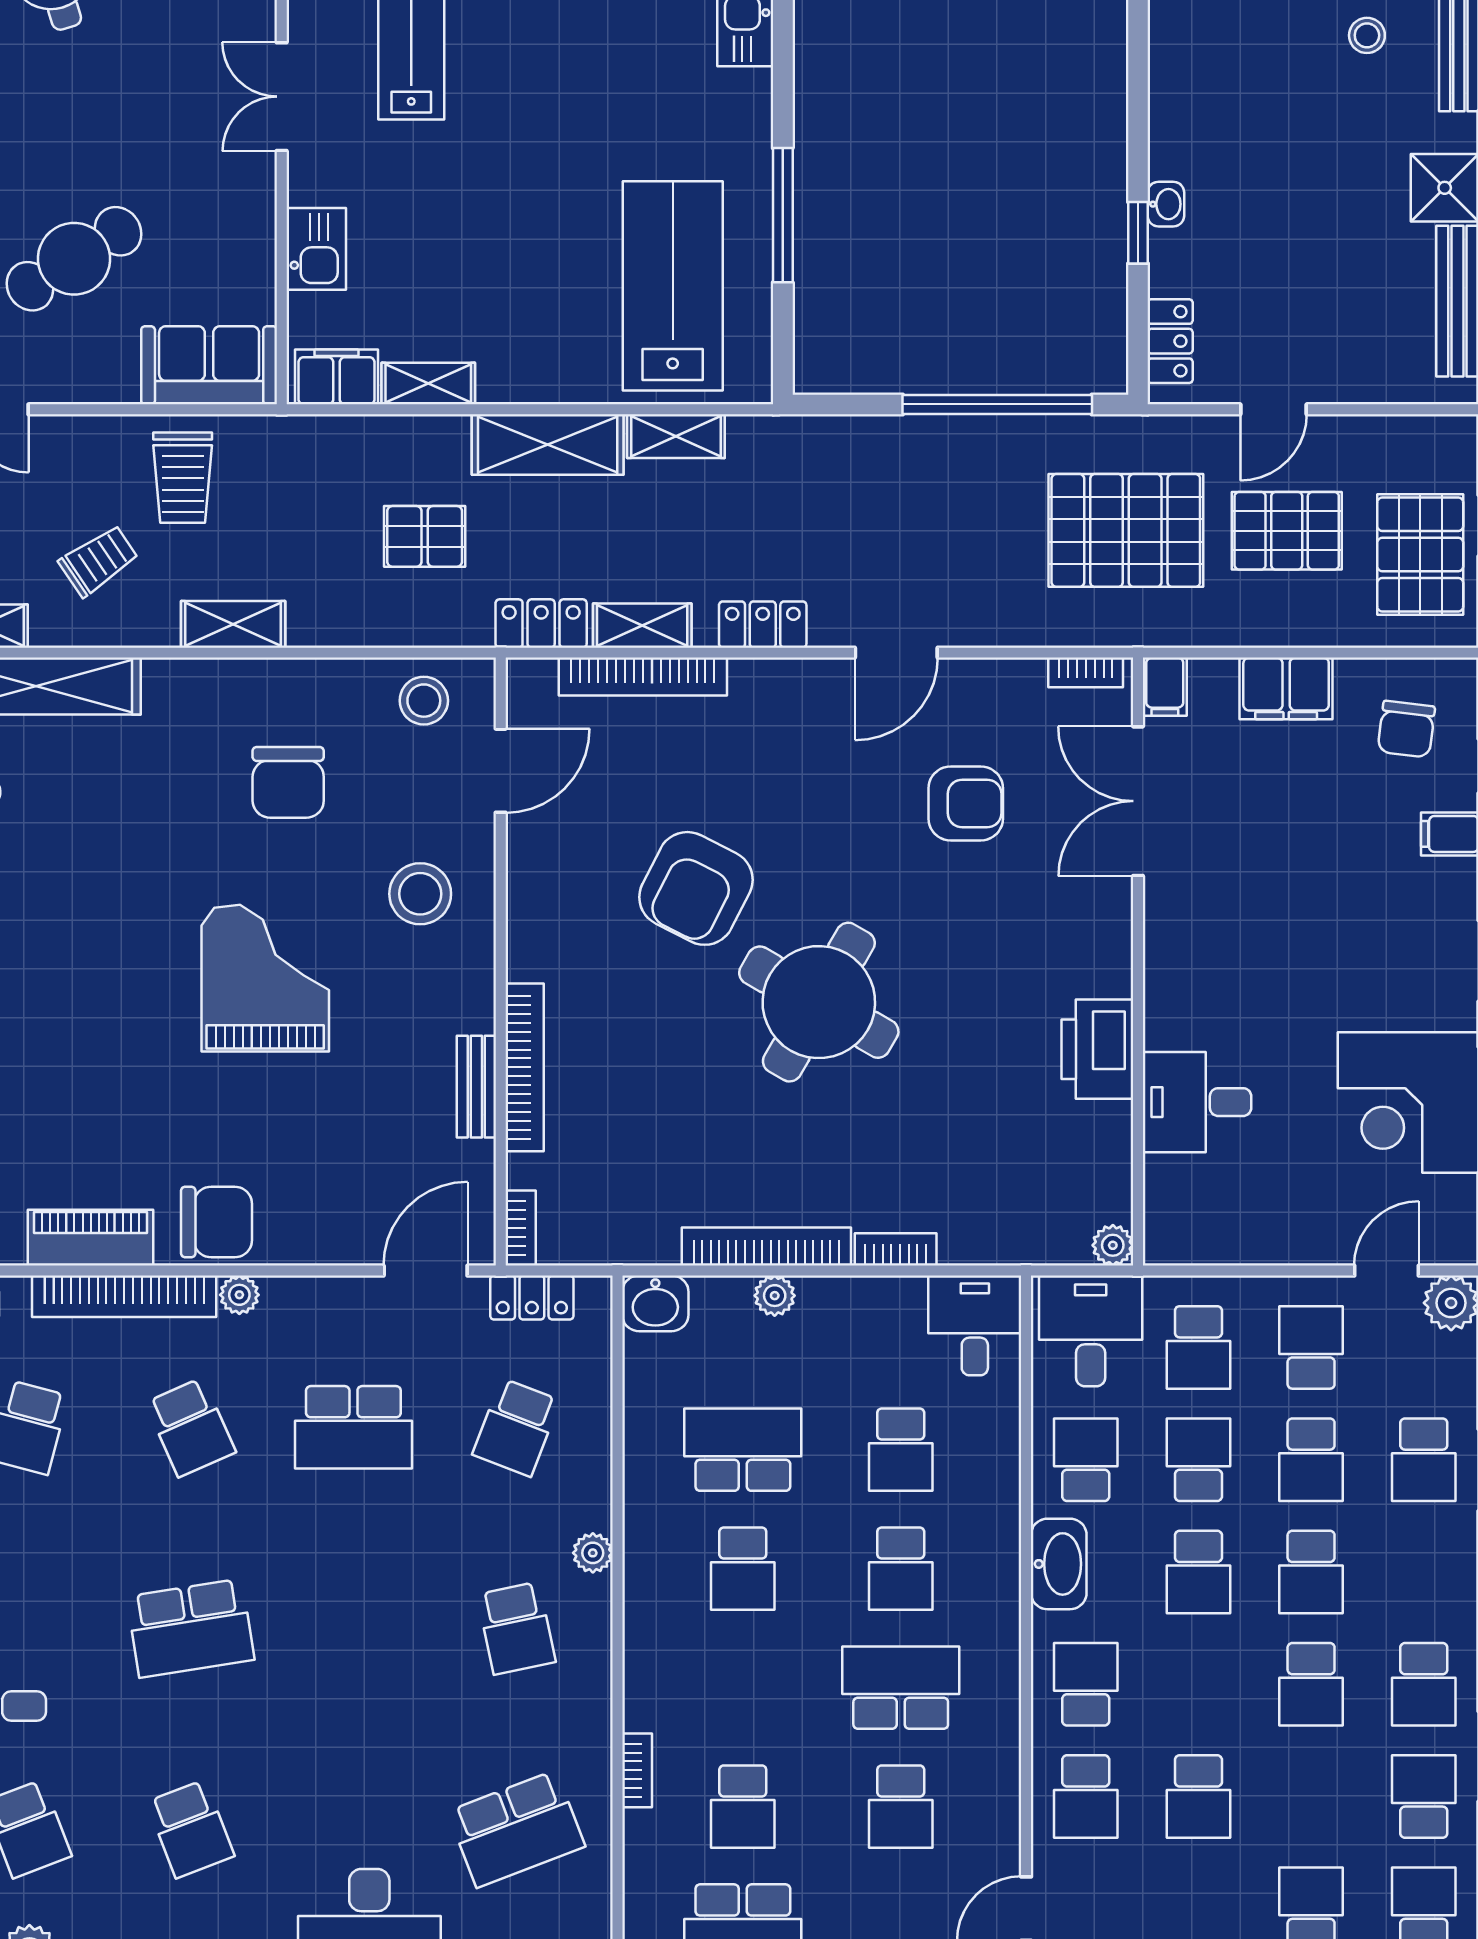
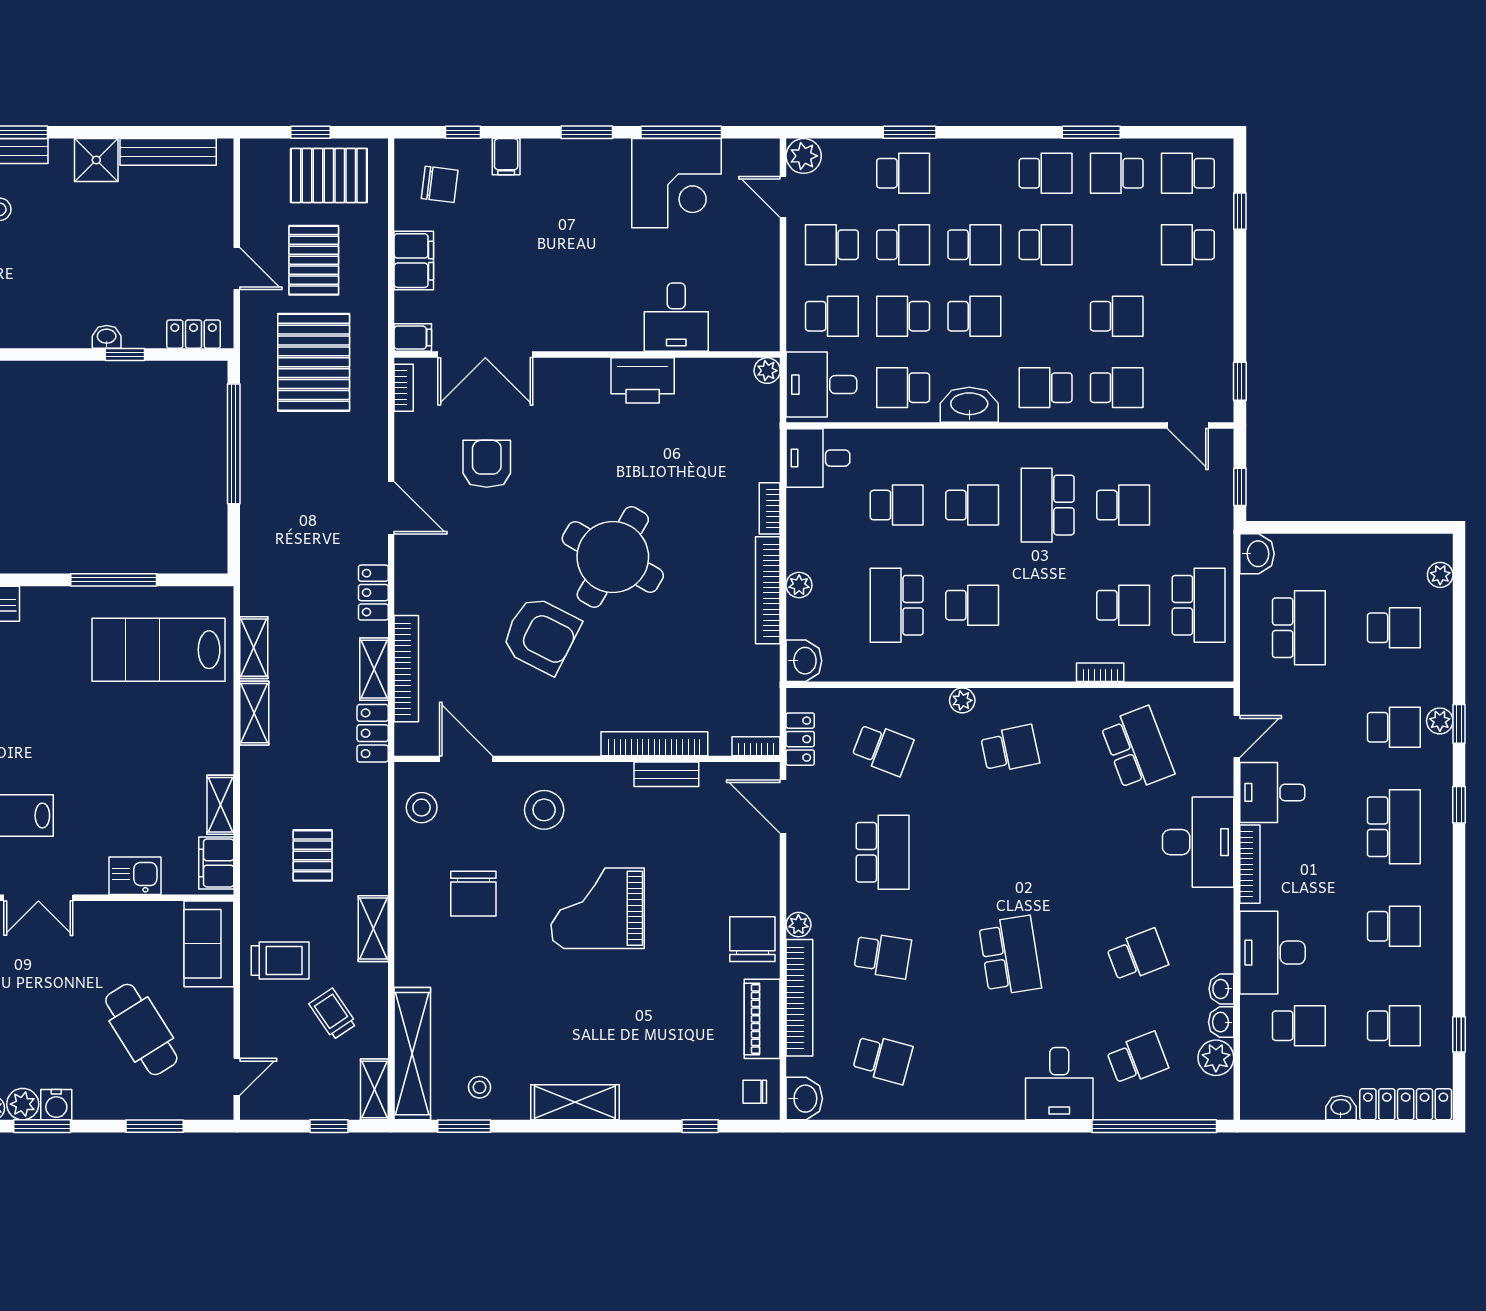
shelving: (548, 445) -> (254, 713), width x0.67, depth x0.75
pallet: (425, 536) -> (313, 855), moved
chair: (288, 782) -> (473, 894), turned 90
school desk: (191, 1427) -> (883, 956), turned 33

